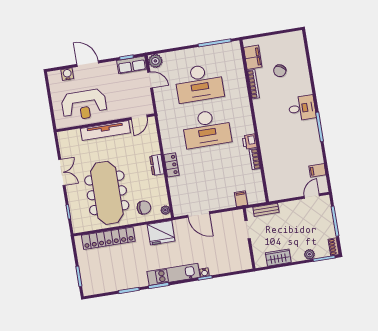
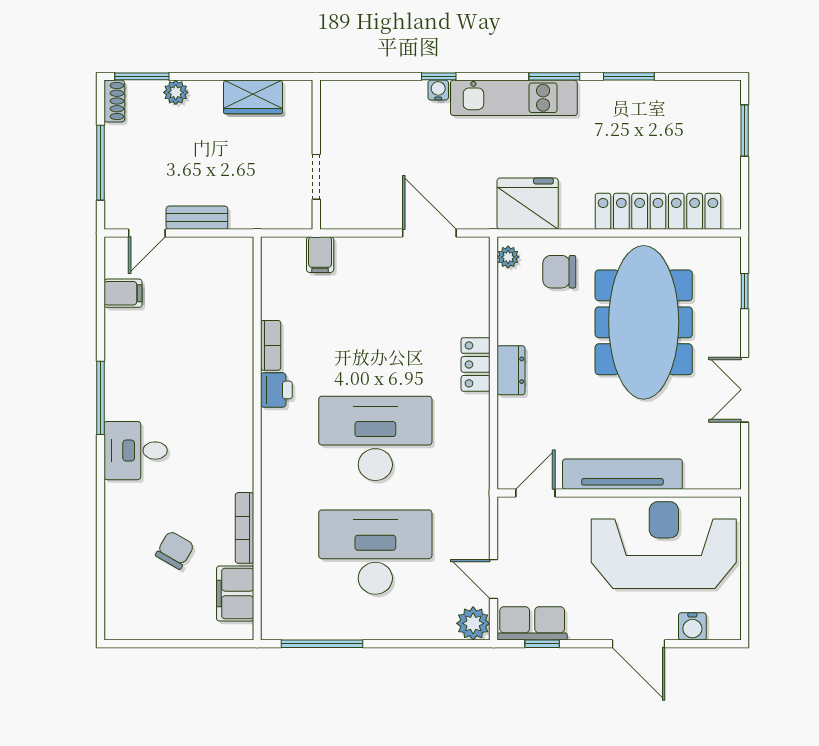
reception desk: (84, 105) -> (664, 545), width x1.36, depth x1.30
bench: (266, 210) -> (197, 218), moved

